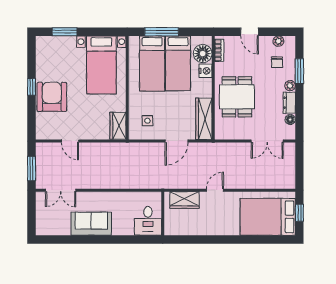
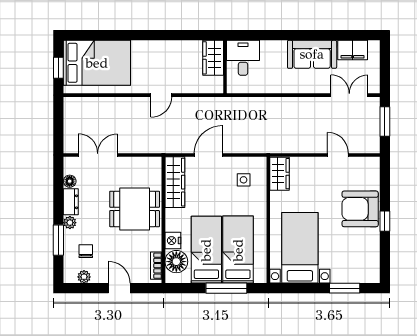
armchair: (52, 97) -> (360, 209), turned 90
dining table: (237, 97) -> (135, 209), turned 90
wardrobe: (184, 200) -> (213, 58), moved, turned -90
filing cabinet: (58, 227) -> (353, 50), added

